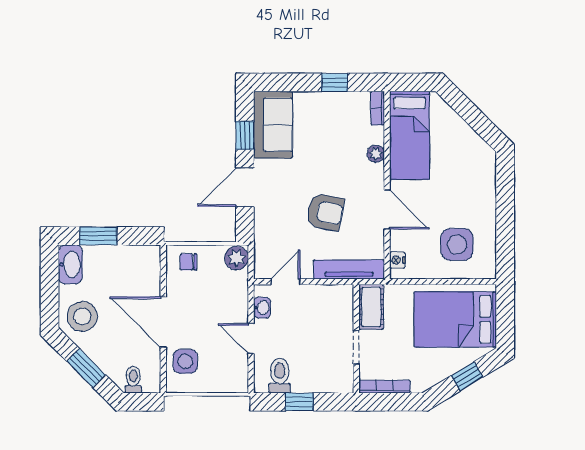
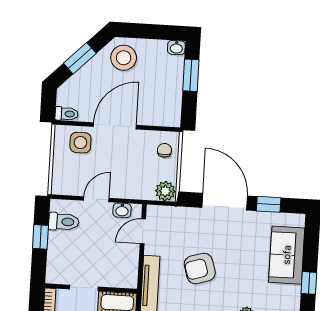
sofa: (273, 125) -> (287, 255), moved, turned 90
door: (245, 187) -> (225, 202), width x1.36
armchair: (325, 212) -> (200, 268), turned 62
washbasin: (70, 264) -> (176, 48), width x0.52, depth x0.69
door: (285, 282) -> (143, 231), swing flipped
toilet: (133, 380) -> (67, 114), moved

